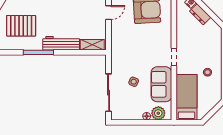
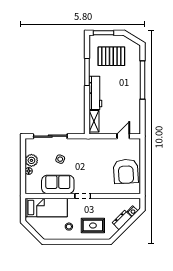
door: (109, 13) -> (123, 136), swing flipped
pallet: (21, 26) -> (111, 56), turned 90
rug: (206, 46) -> (93, 226), added
plant: (158, 113) -> (31, 160), moved

